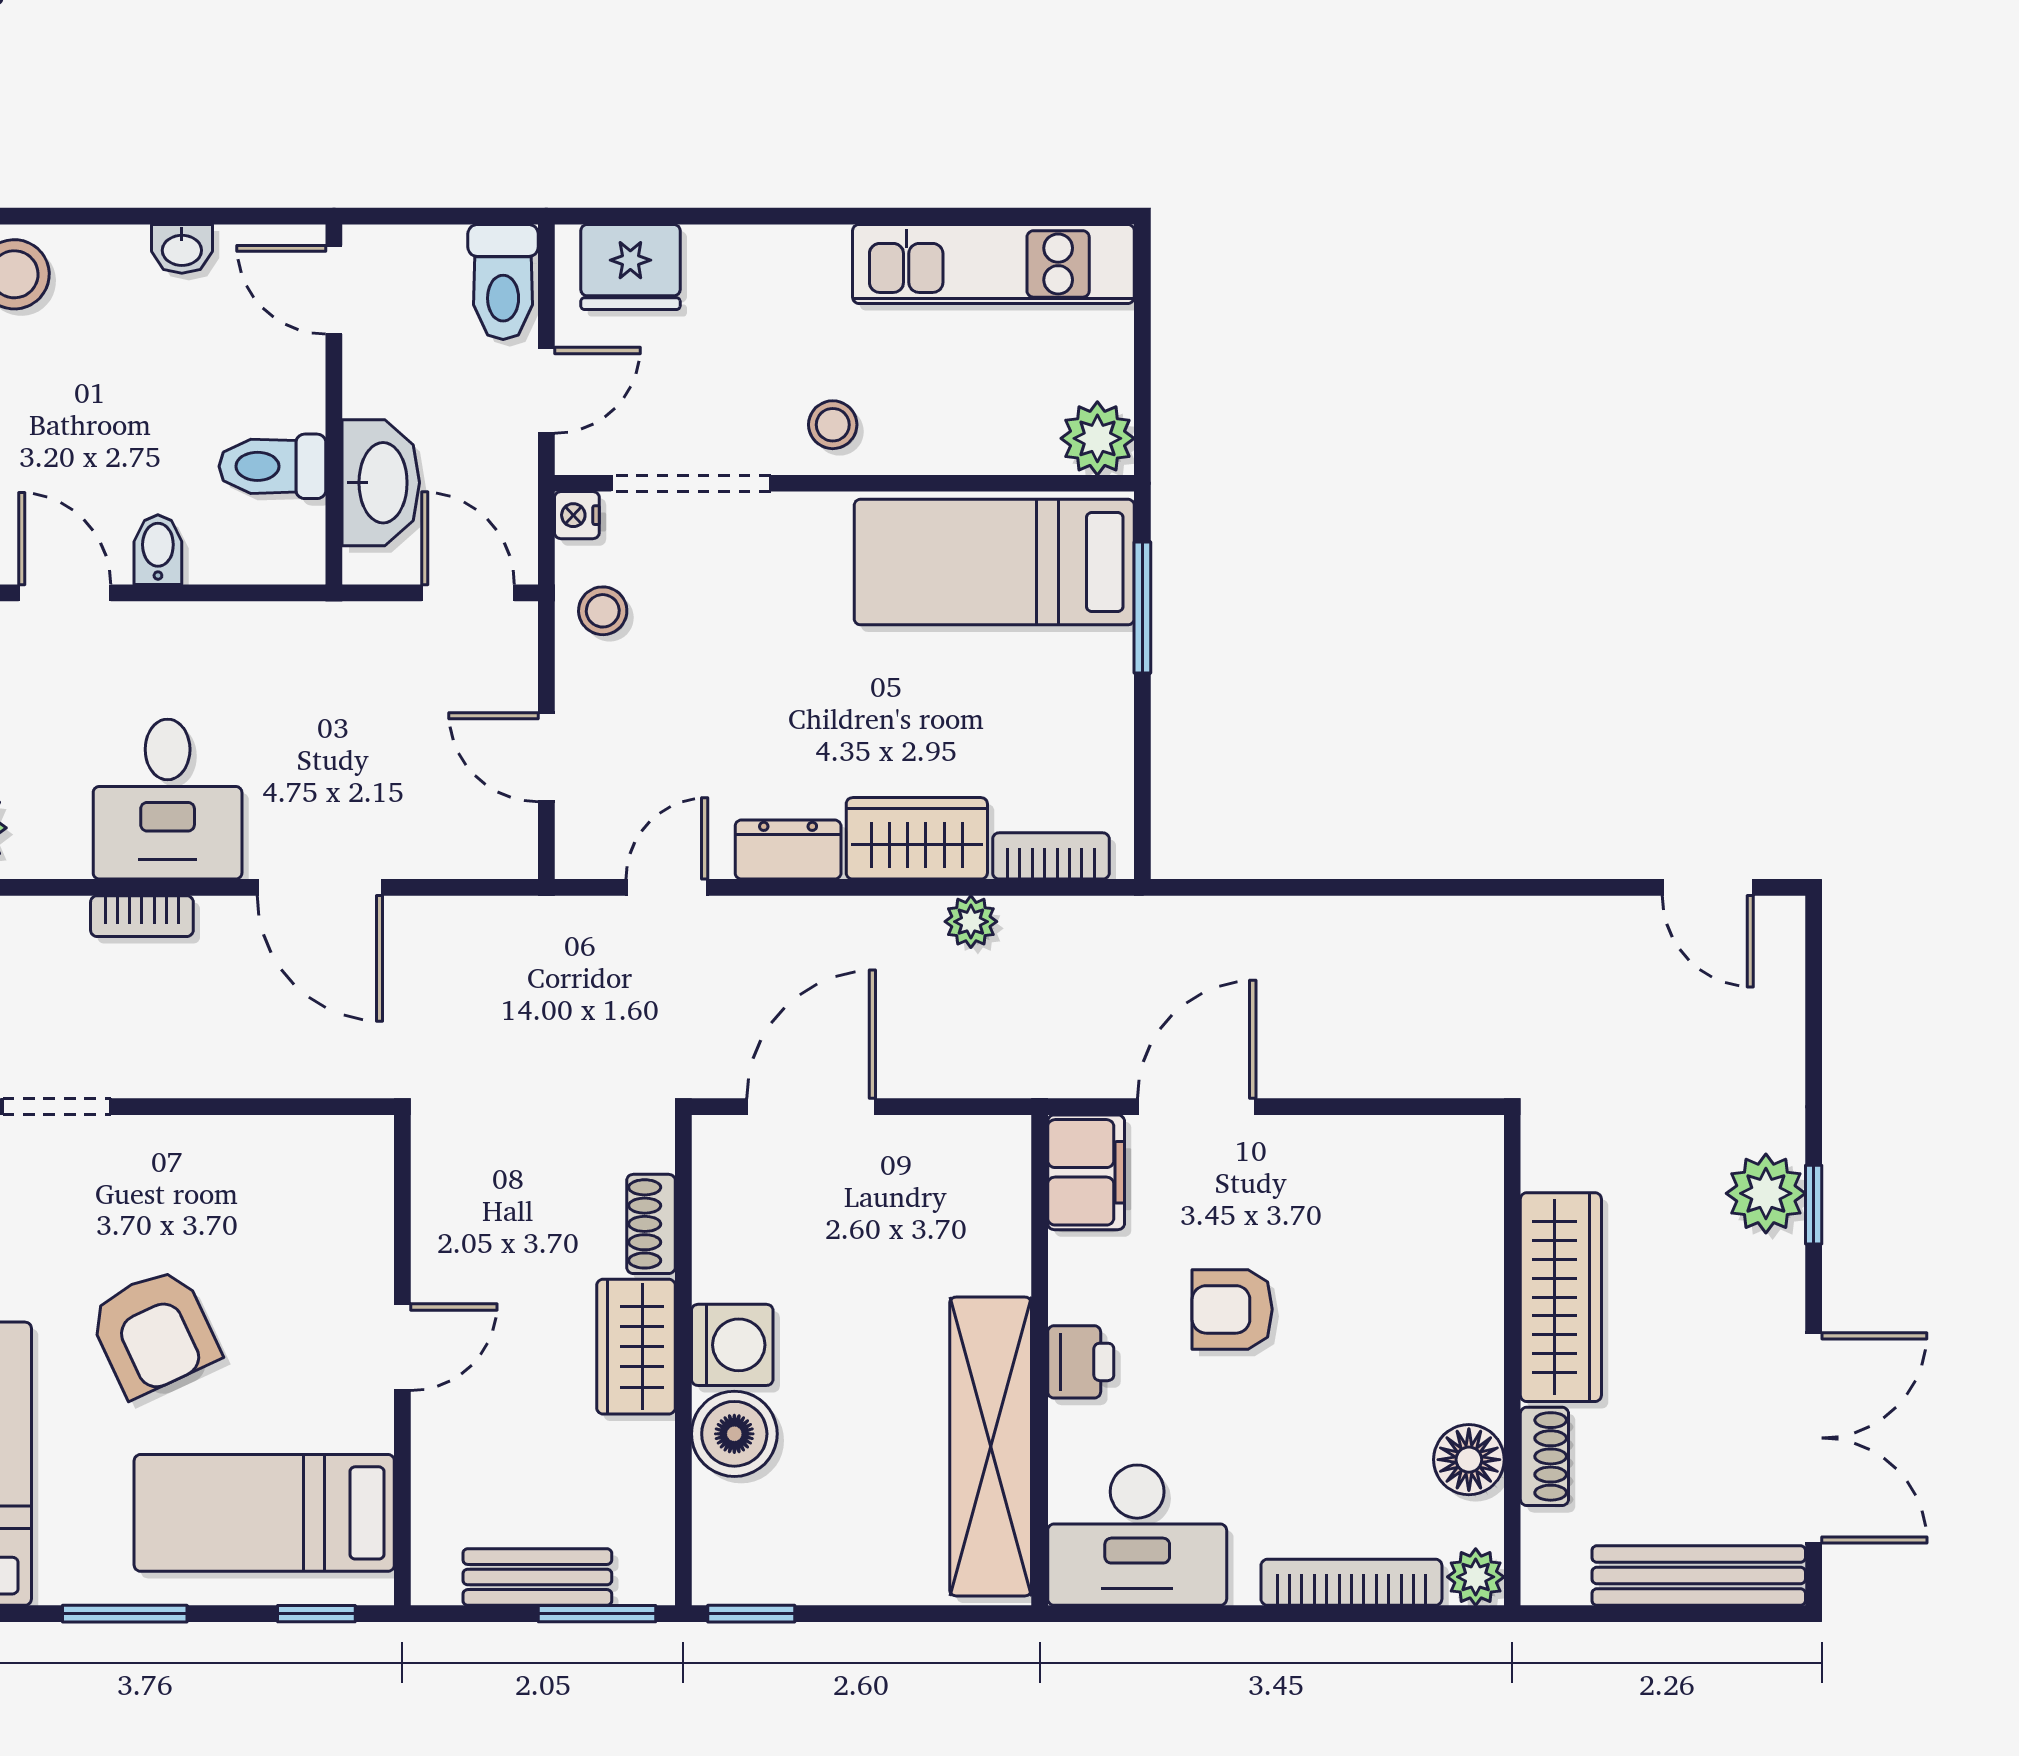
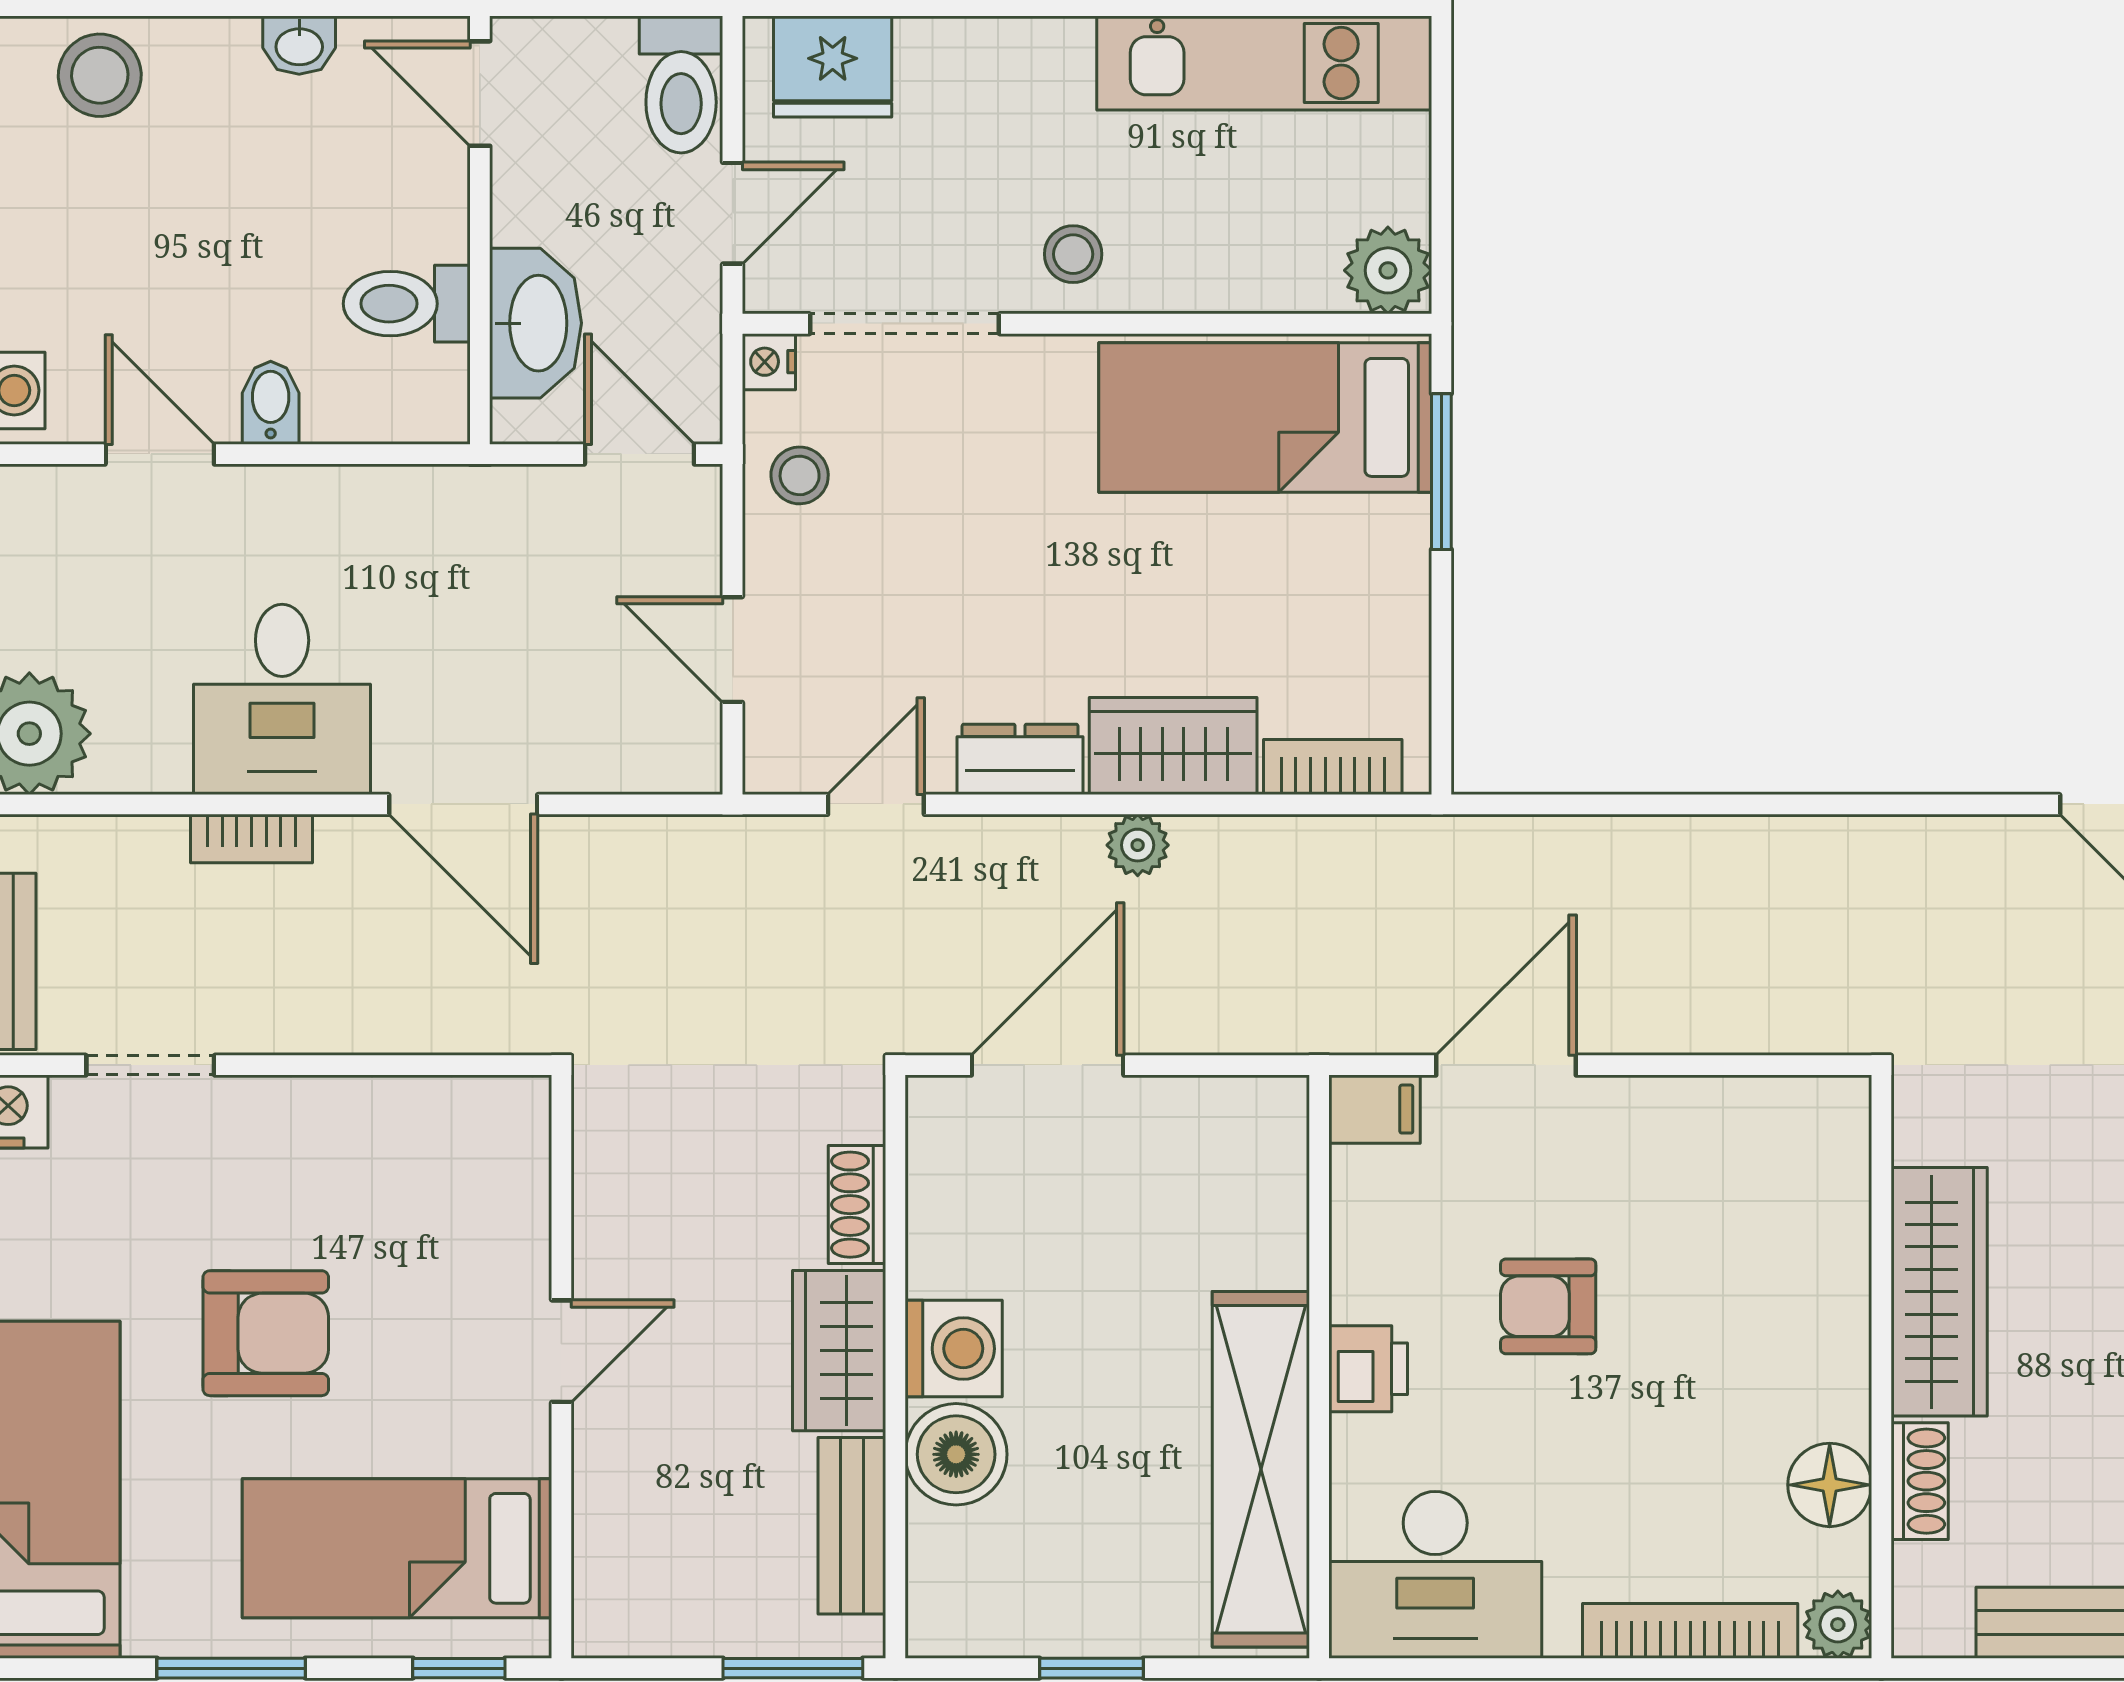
plant: (971, 922) -> (1138, 845), moved
filing cabinet: (1086, 1172) -> (1374, 1109), width x0.50
armchair: (154, 1332) -> (266, 1333), turned -65
bench: (537, 1577) -> (852, 1526), moved, turned 90
window: (751, 1614) -> (1091, 1668), moved

